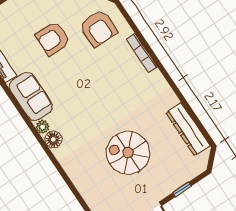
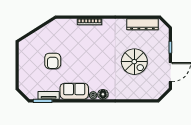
armchair: (98, 28) -> (63, 35), removed
spiral stairs: (128, 153) -> (134, 62), turned -90

